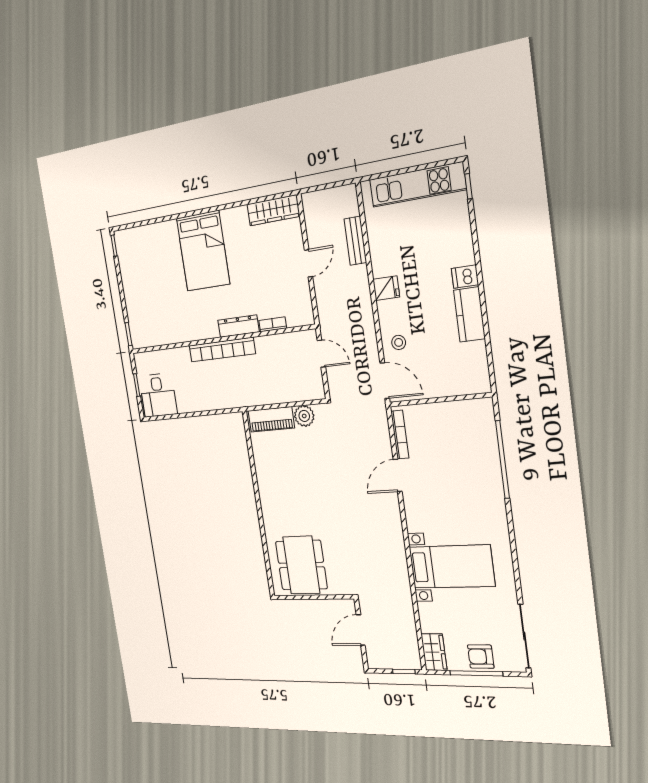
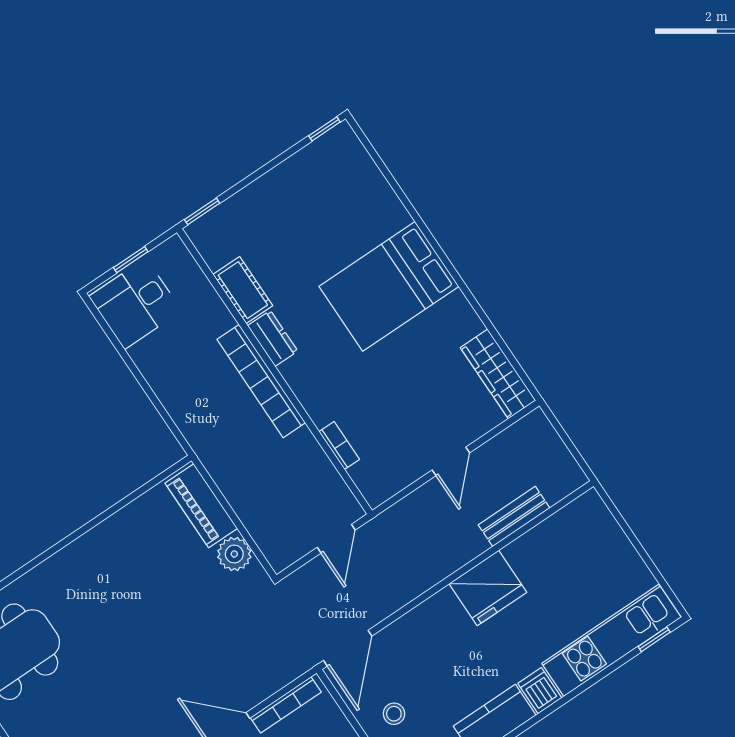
kitchen unit: (417, 185) -> (611, 640), moved, turned 90
door: (309, 263) -> (451, 461), hinge flipped
fridge: (386, 288) -> (488, 588), width x1.88, depth x1.34
dresser: (238, 326) -> (273, 338), moved, width x0.70
cot: (174, 334) -> (243, 290), added
stool: (399, 342) -> (394, 714), moved

